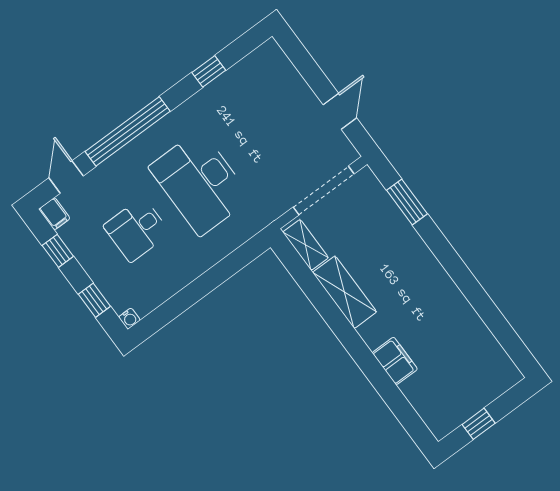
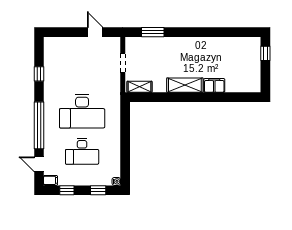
doorway: (324, 191) -> (123, 63), width x0.53
desk: (137, 230) -> (82, 151), width x1.37
shelving: (345, 292) -> (185, 85), moved
window: (479, 424) -> (265, 53), moved

